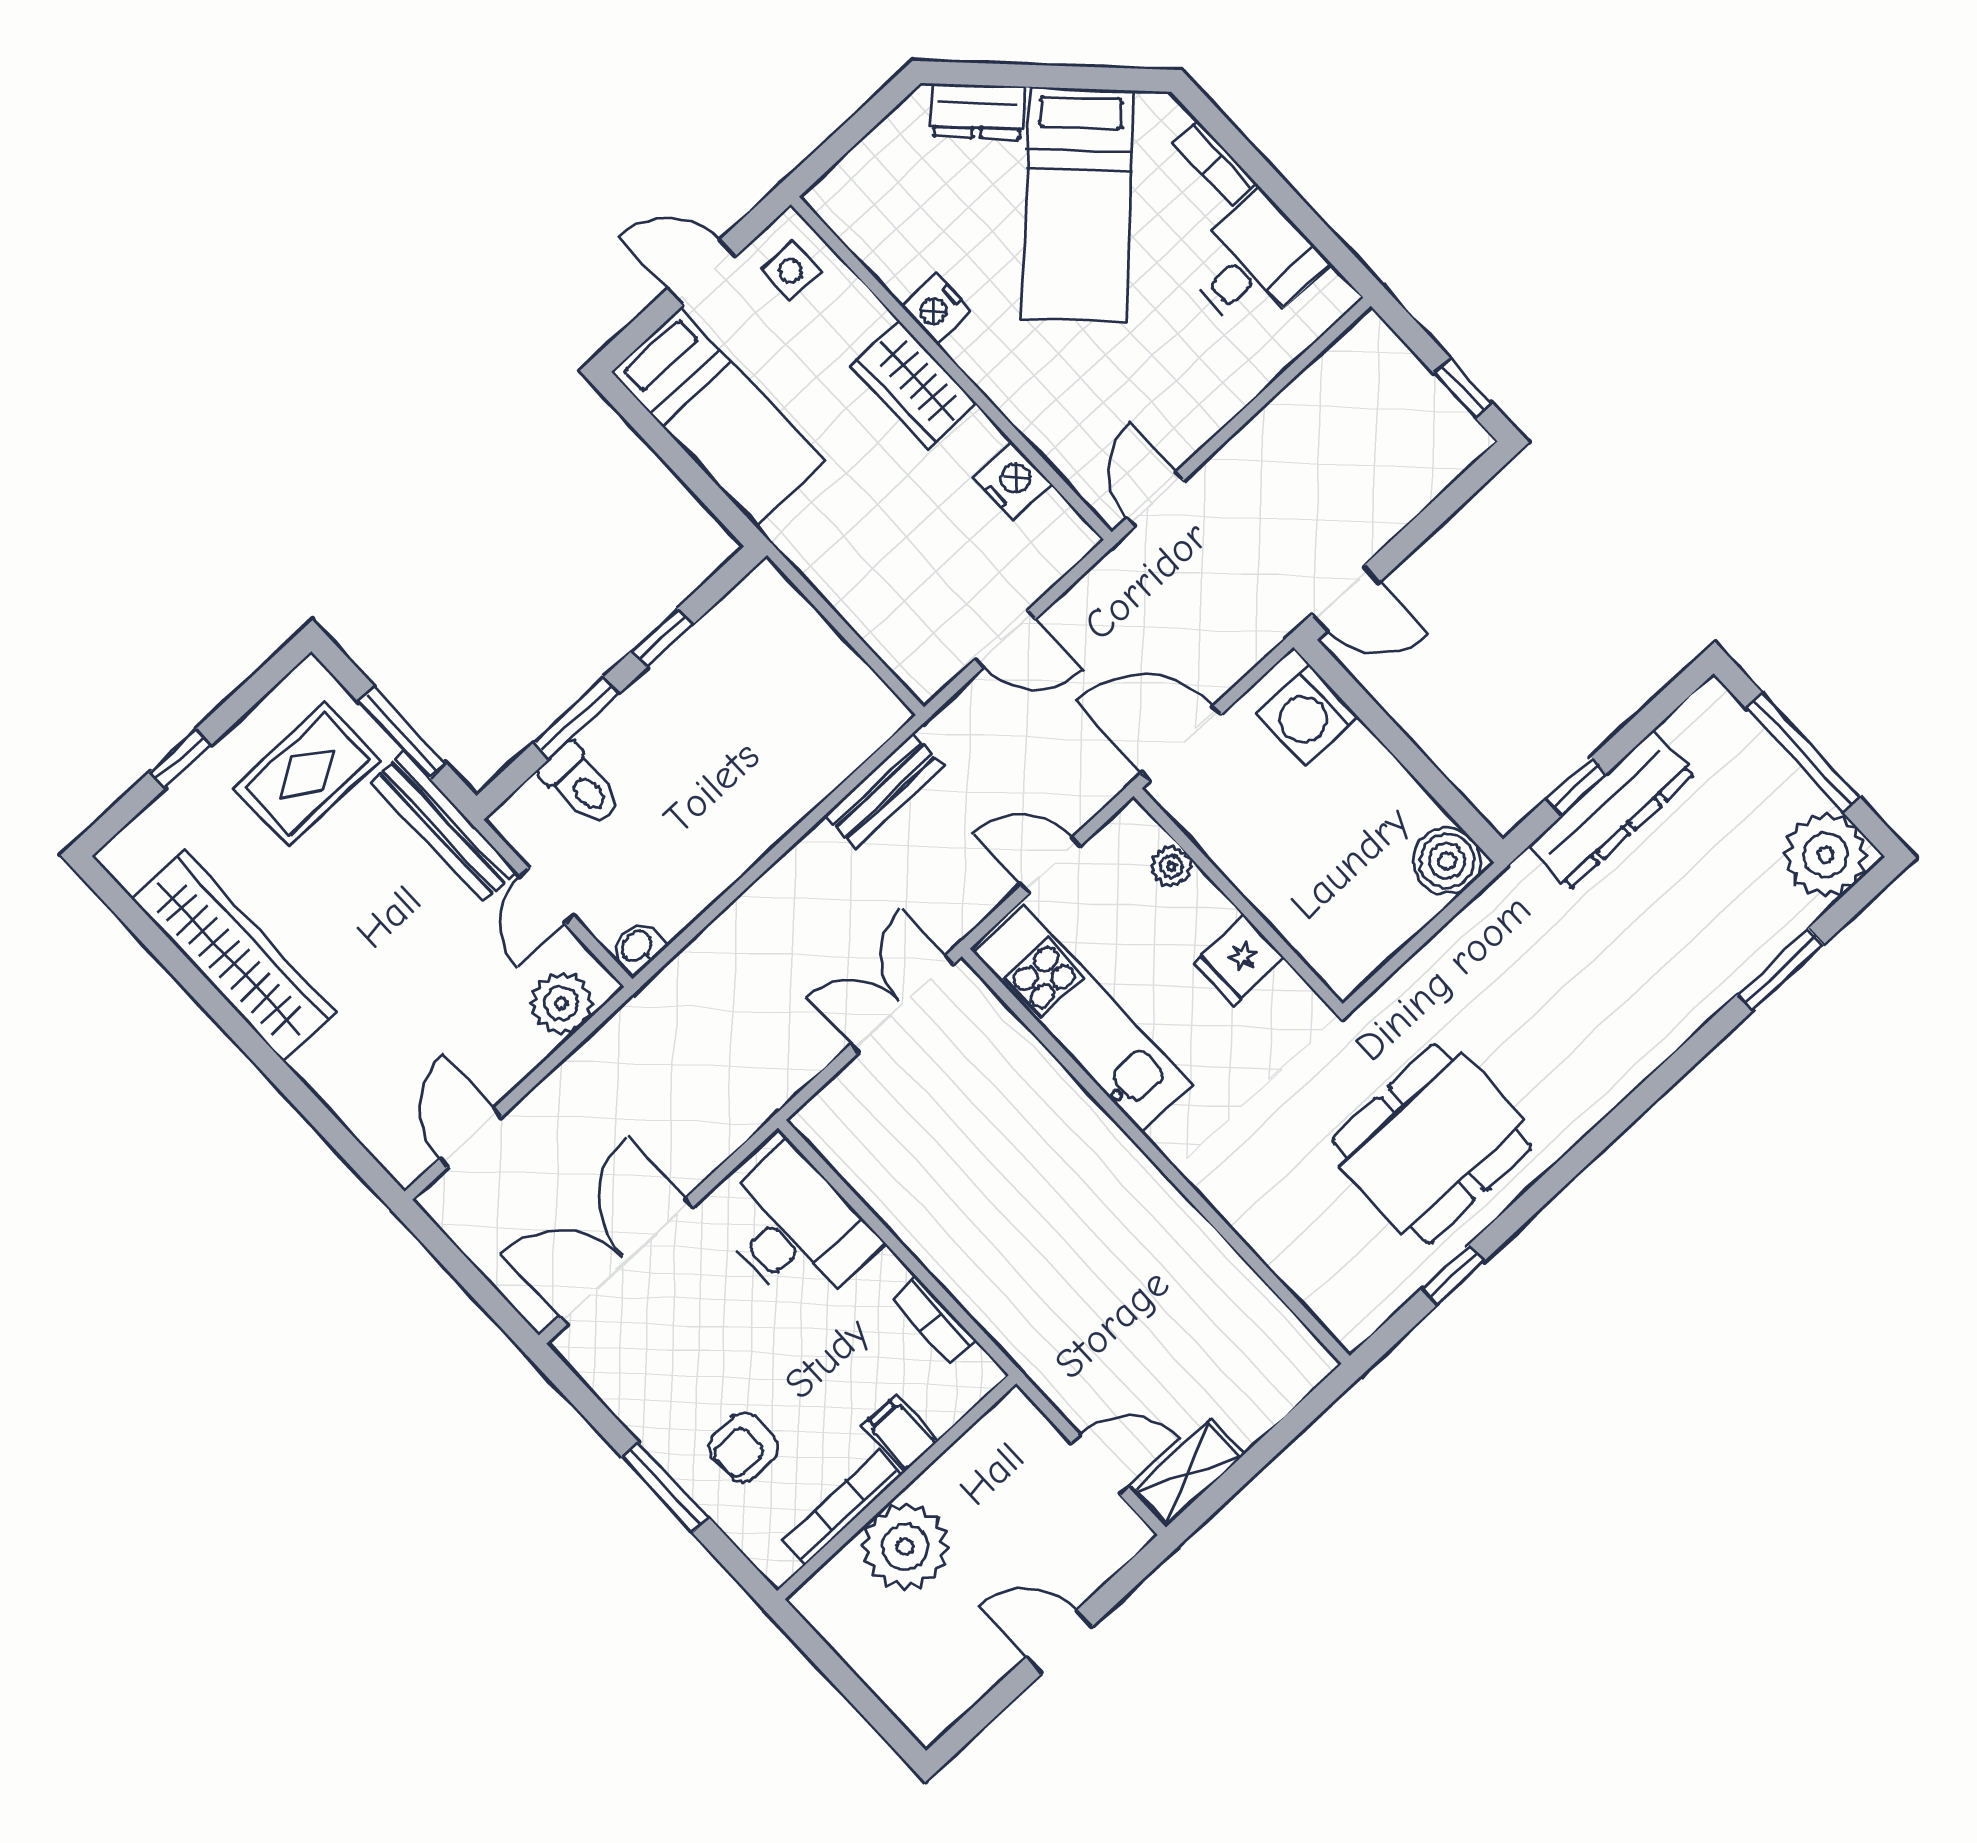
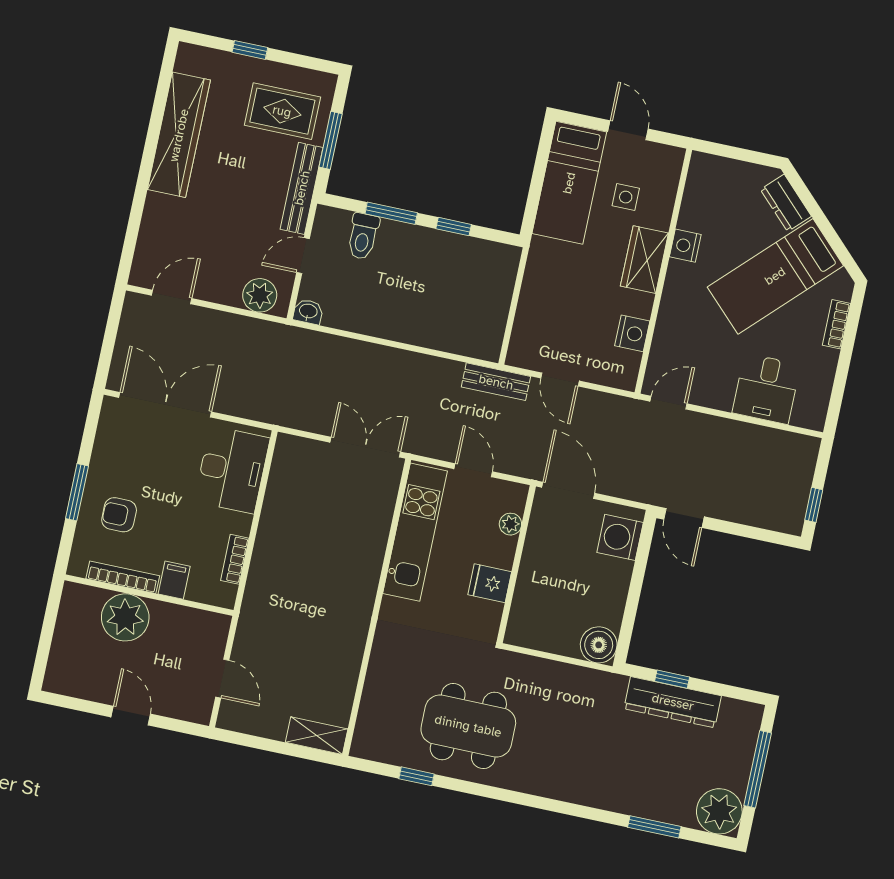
desk: (1254, 263) -> (766, 389), moved, turned 90
side table: (790, 271) -> (626, 197), moved
bench: (884, 791) -> (496, 382), moved
shelving: (1189, 1473) -> (317, 736), moved

